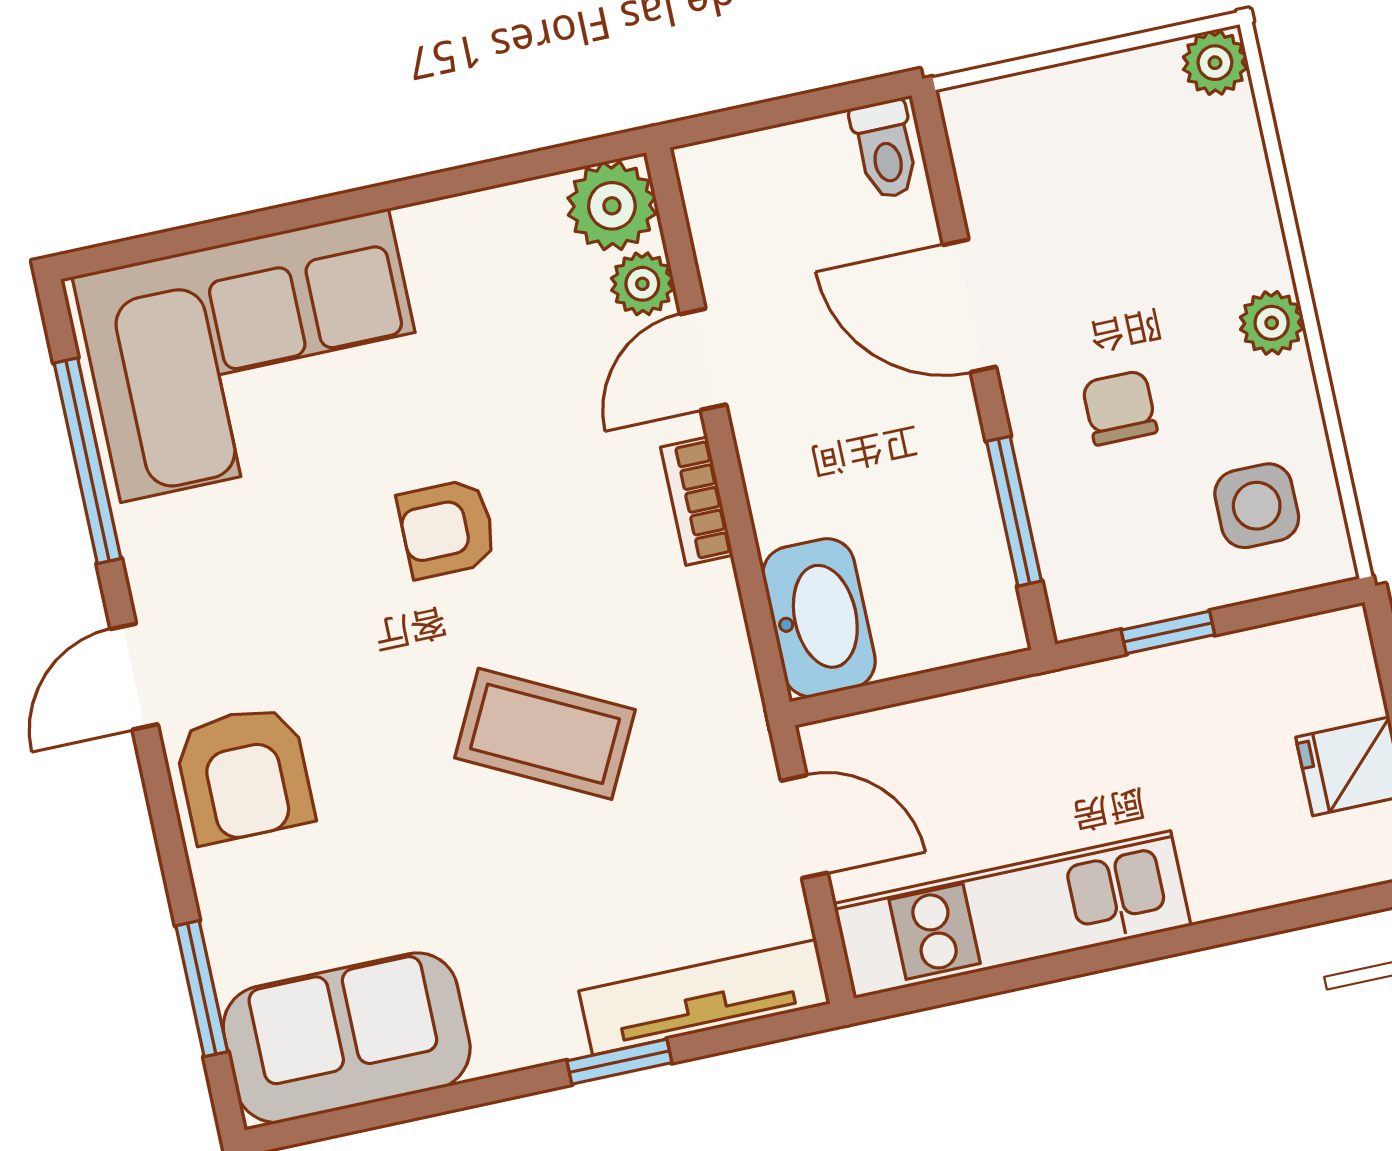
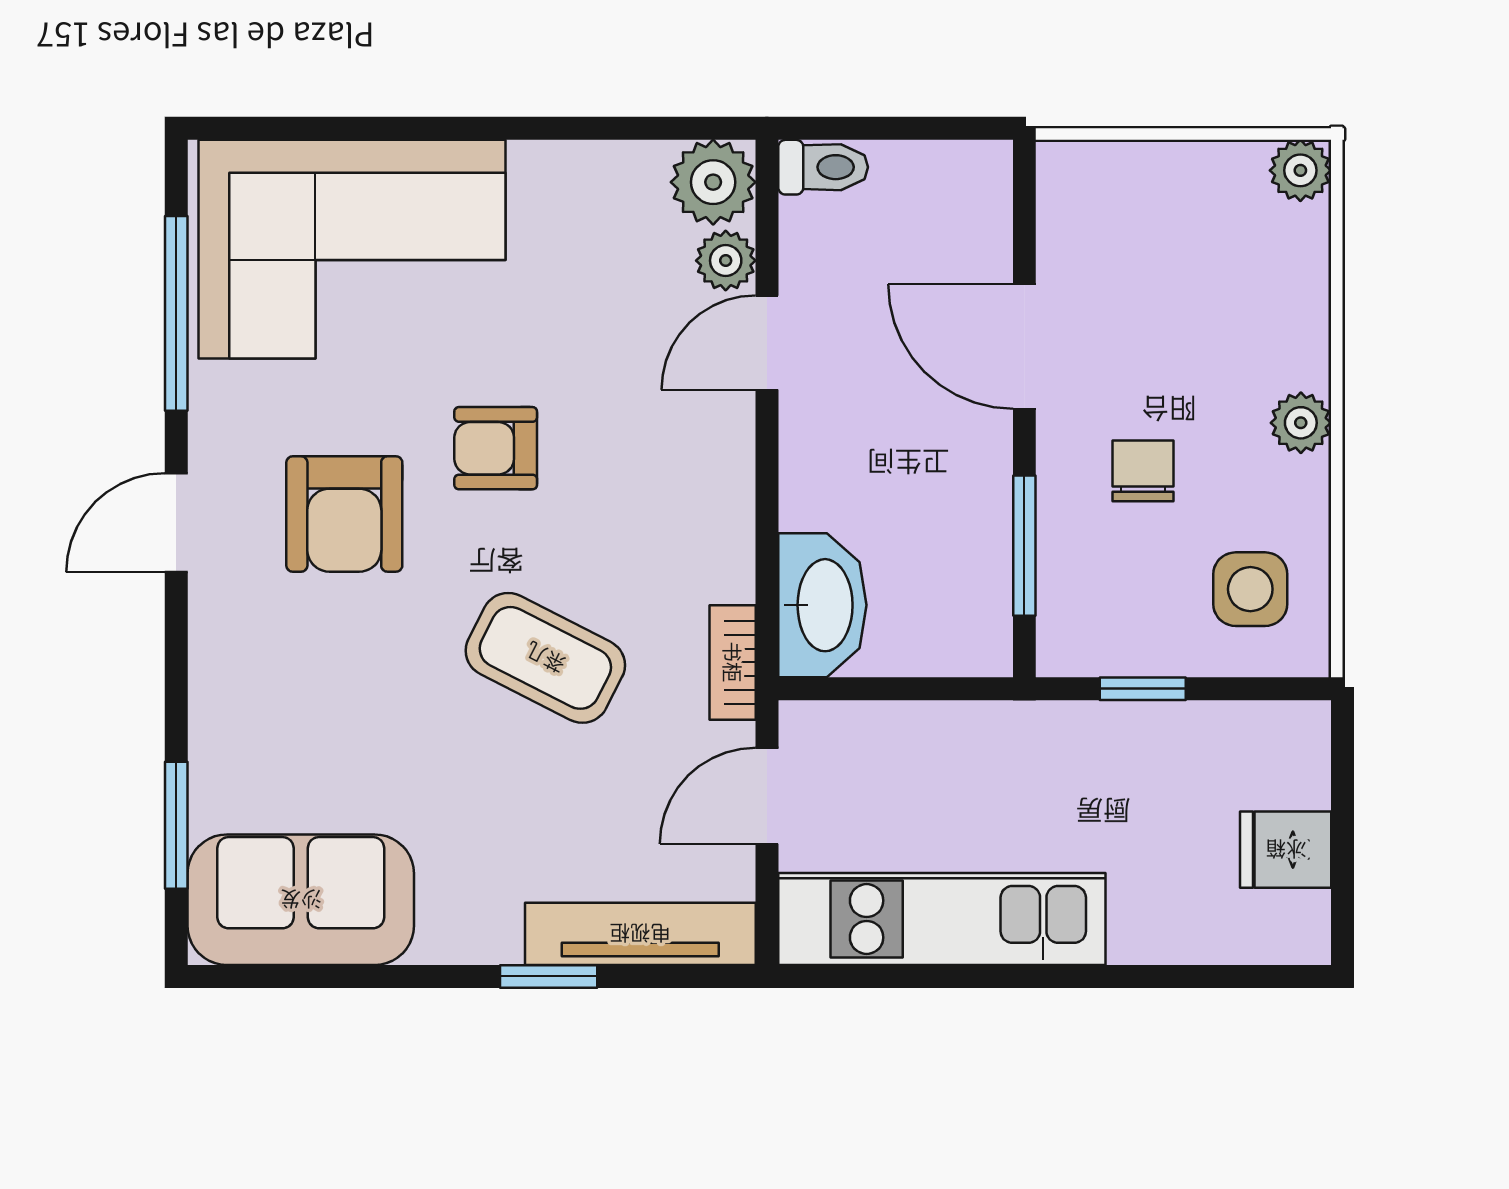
toilet: (885, 149) -> (823, 167), moved, turned -90
bookcase: (697, 501) -> (733, 662), moved
armchair: (244, 774) -> (344, 514), moved
door: (804, 827) -> (767, 796), swing flipped

